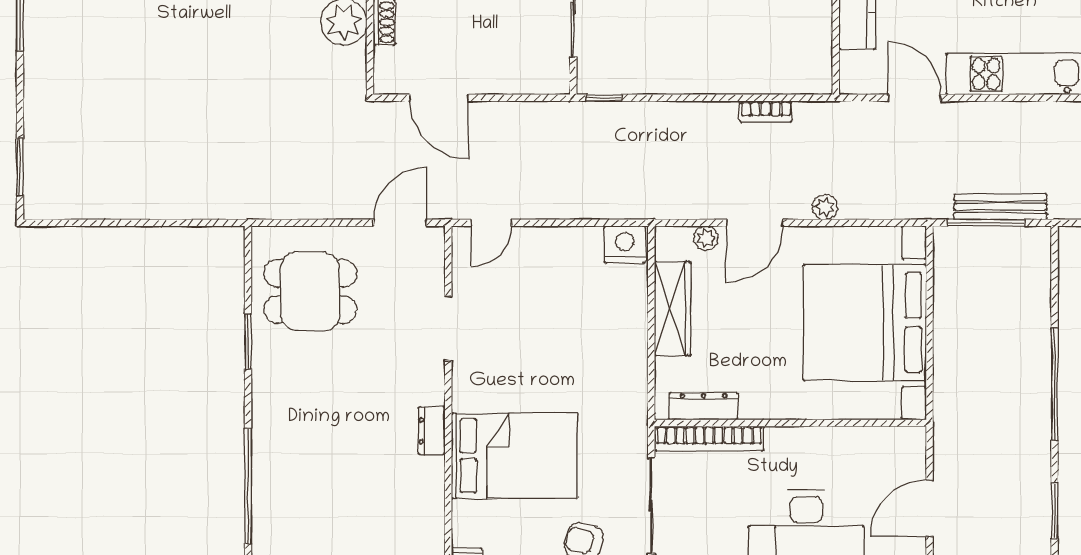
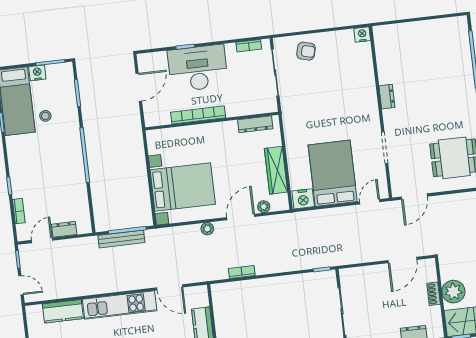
door: (439, 98) -> (402, 260), swing flipped
bed with nightstands: (865, 323) -> (183, 187), width x0.73
bookcase: (709, 438) -> (198, 115), moved
bed: (514, 456) -> (333, 173), moved, turned 90

